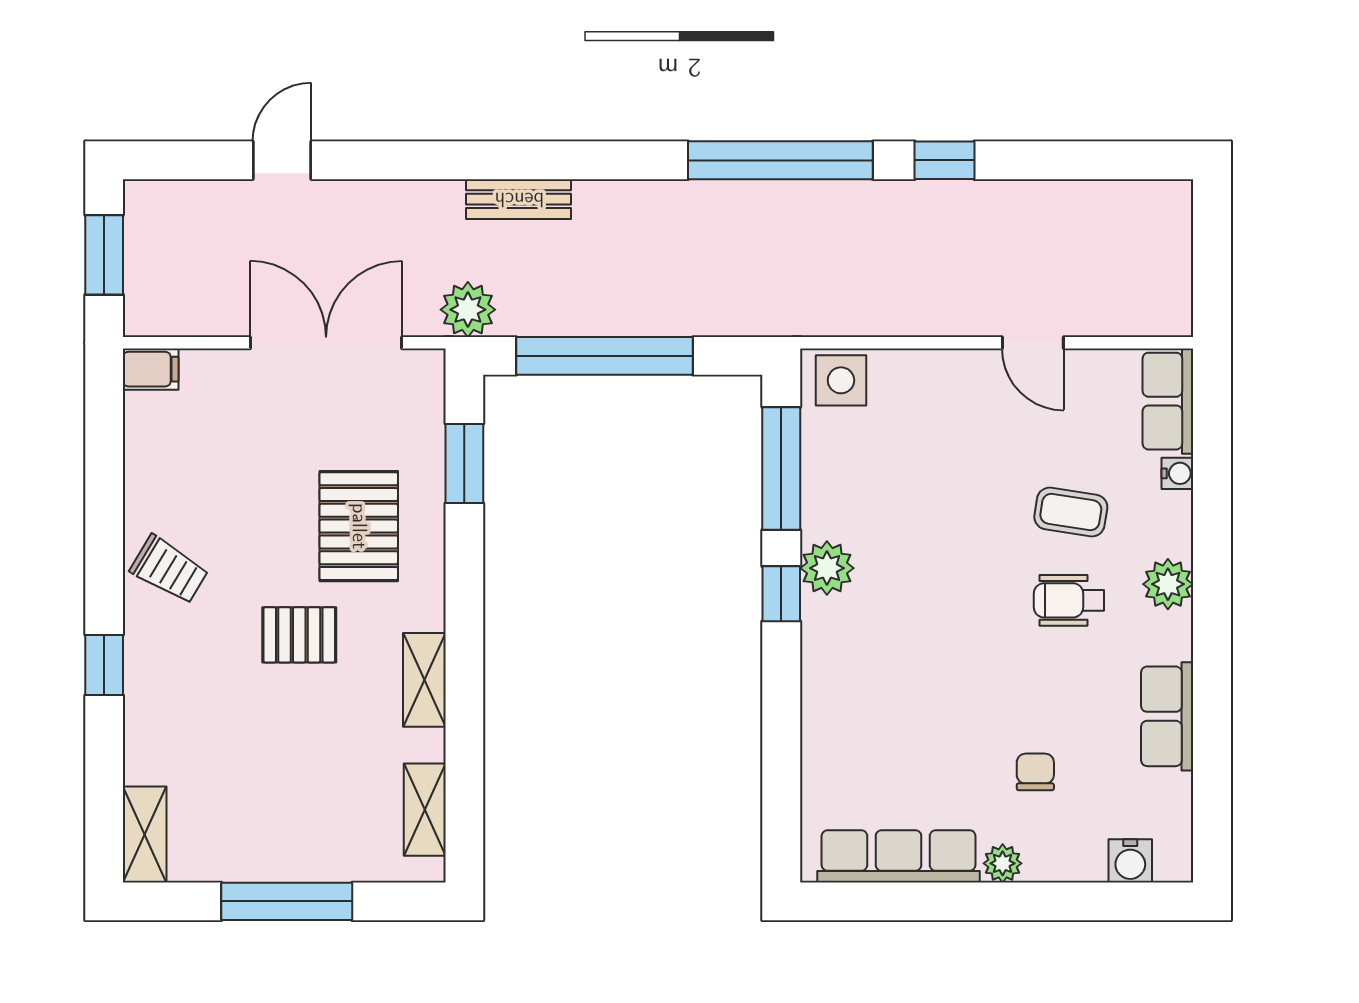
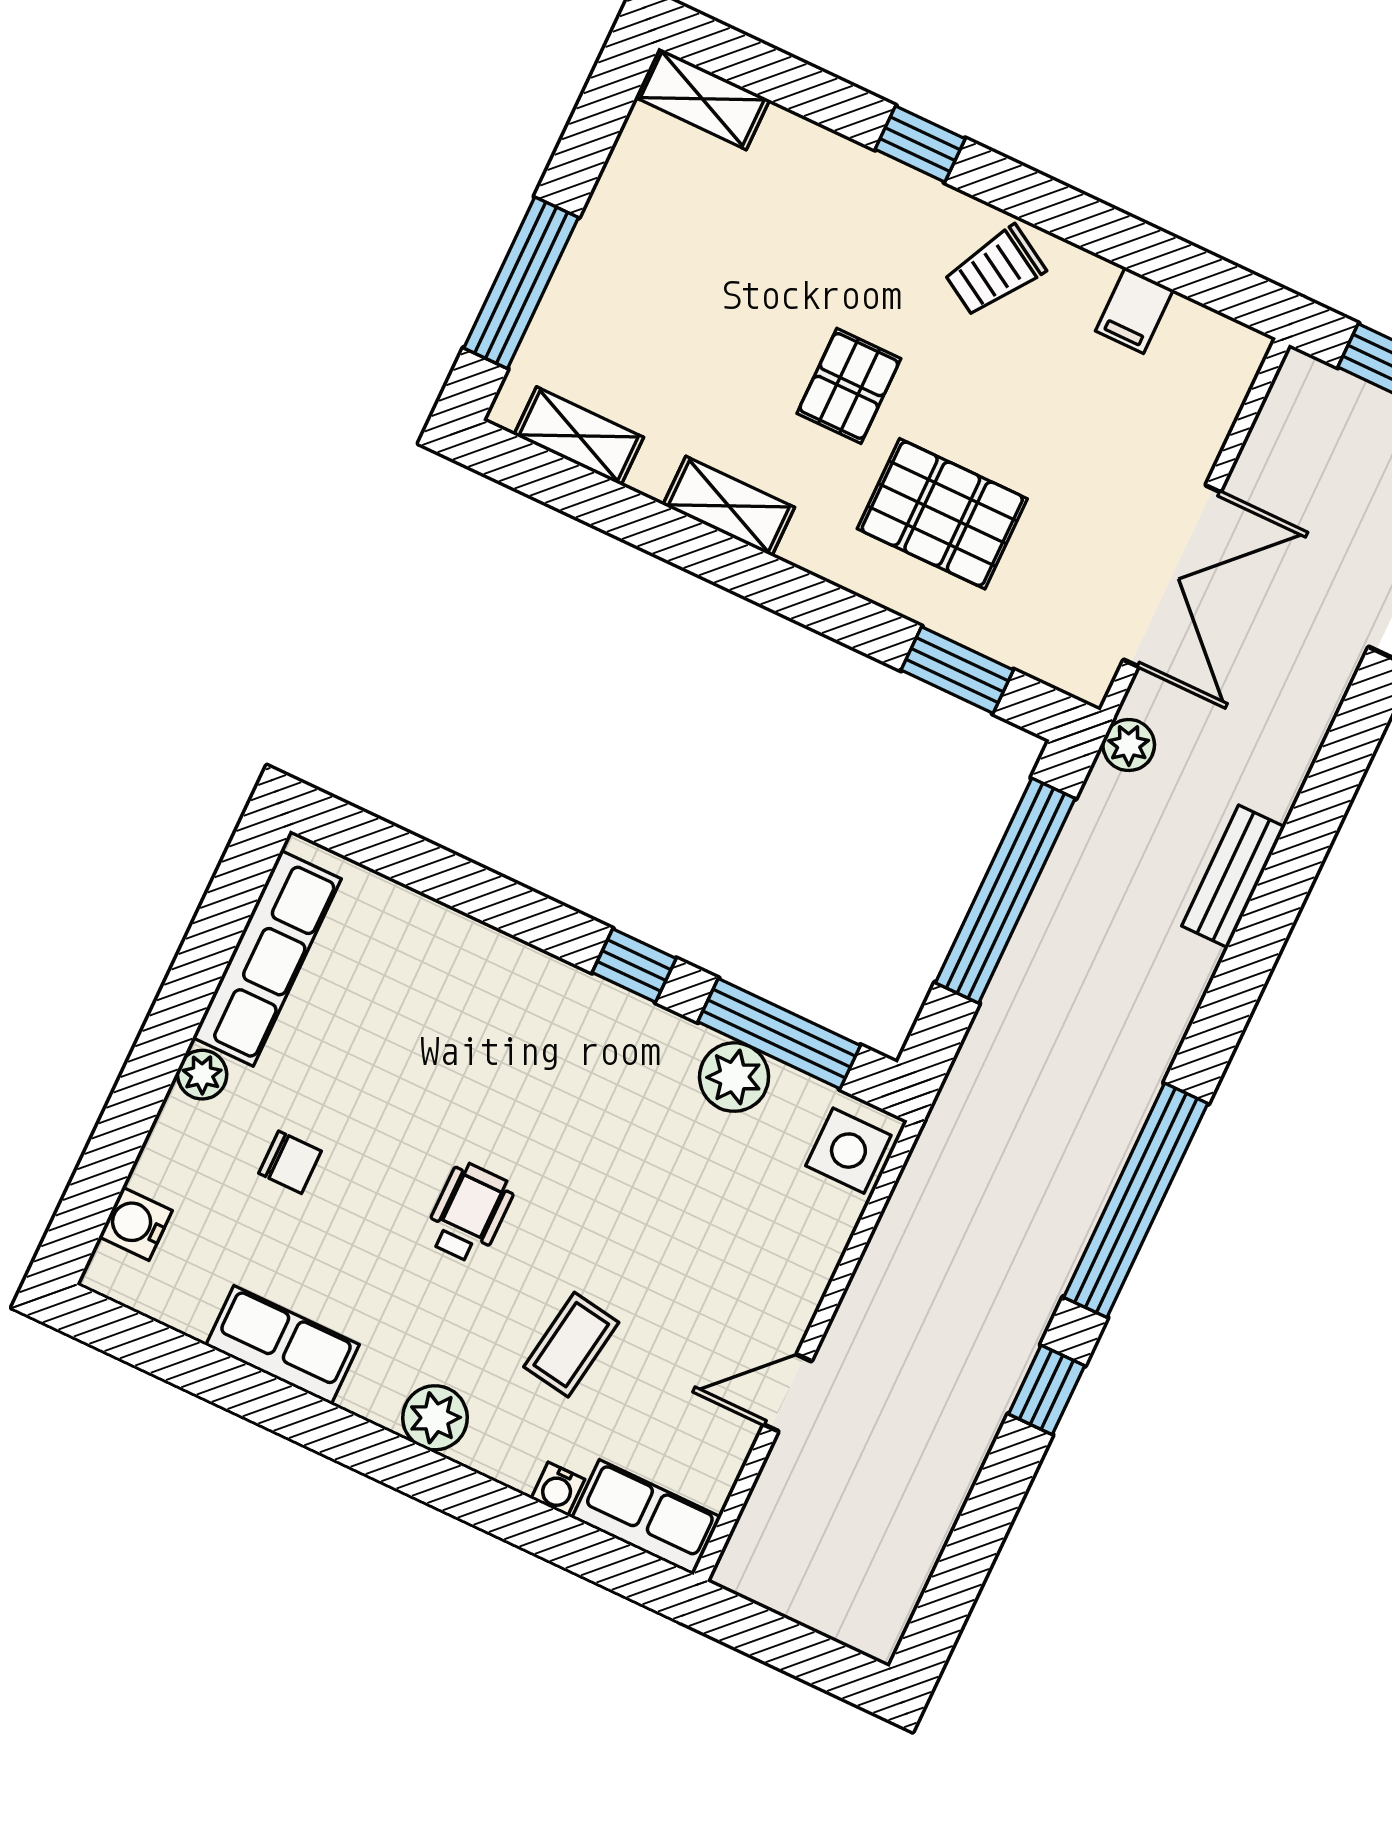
plant: (468, 310) -> (1129, 745), width x0.73, depth x0.73
filing cabinet: (151, 369) -> (1134, 310), moved
plant: (827, 568) -> (734, 1077), moved
wheelchair: (1069, 600) -> (469, 1213), moved
window: (287, 901) -> (521, 283), moved

